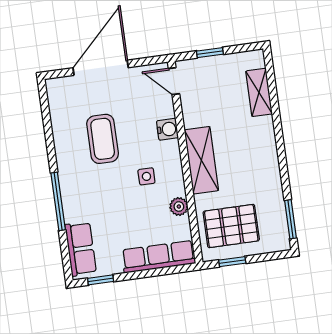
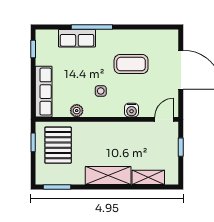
shelving: (201, 160) -> (108, 176), moved
row of seats: (81, 249) -> (77, 38), moved

